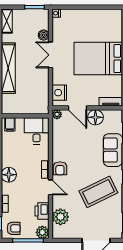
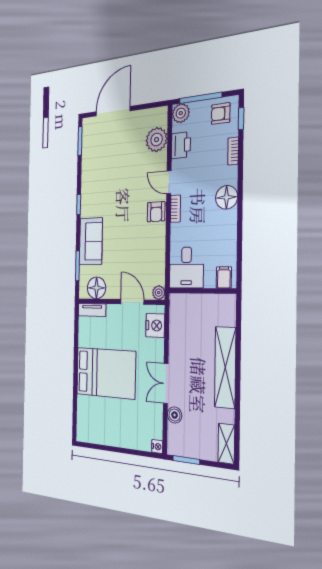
double door: (51, 55) -> (166, 383), swing flipped
floor lamp: (95, 117) -> (97, 288), moved
armchair: (60, 168) -> (156, 212), turned 180
coffee table: (98, 192) -> (109, 181), removed

